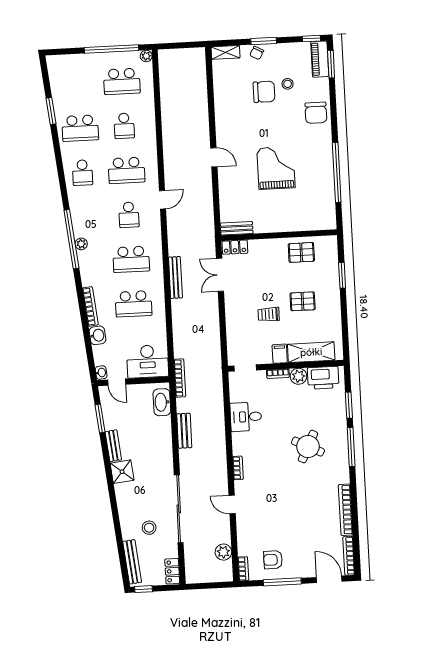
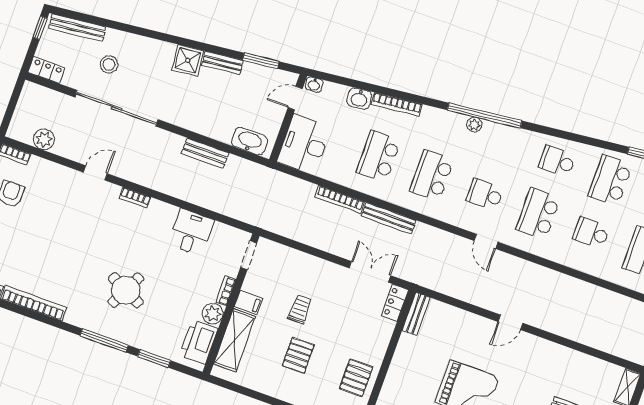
bookcase: (180, 378) -> (340, 199), moved

